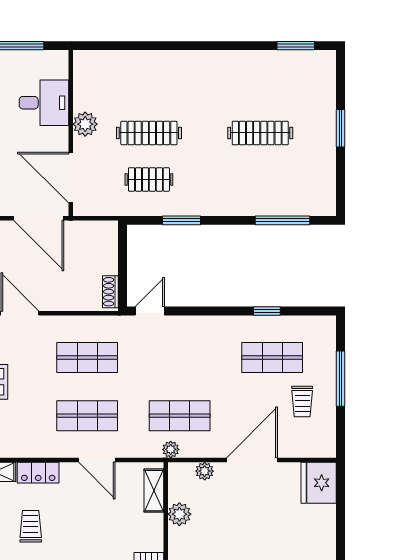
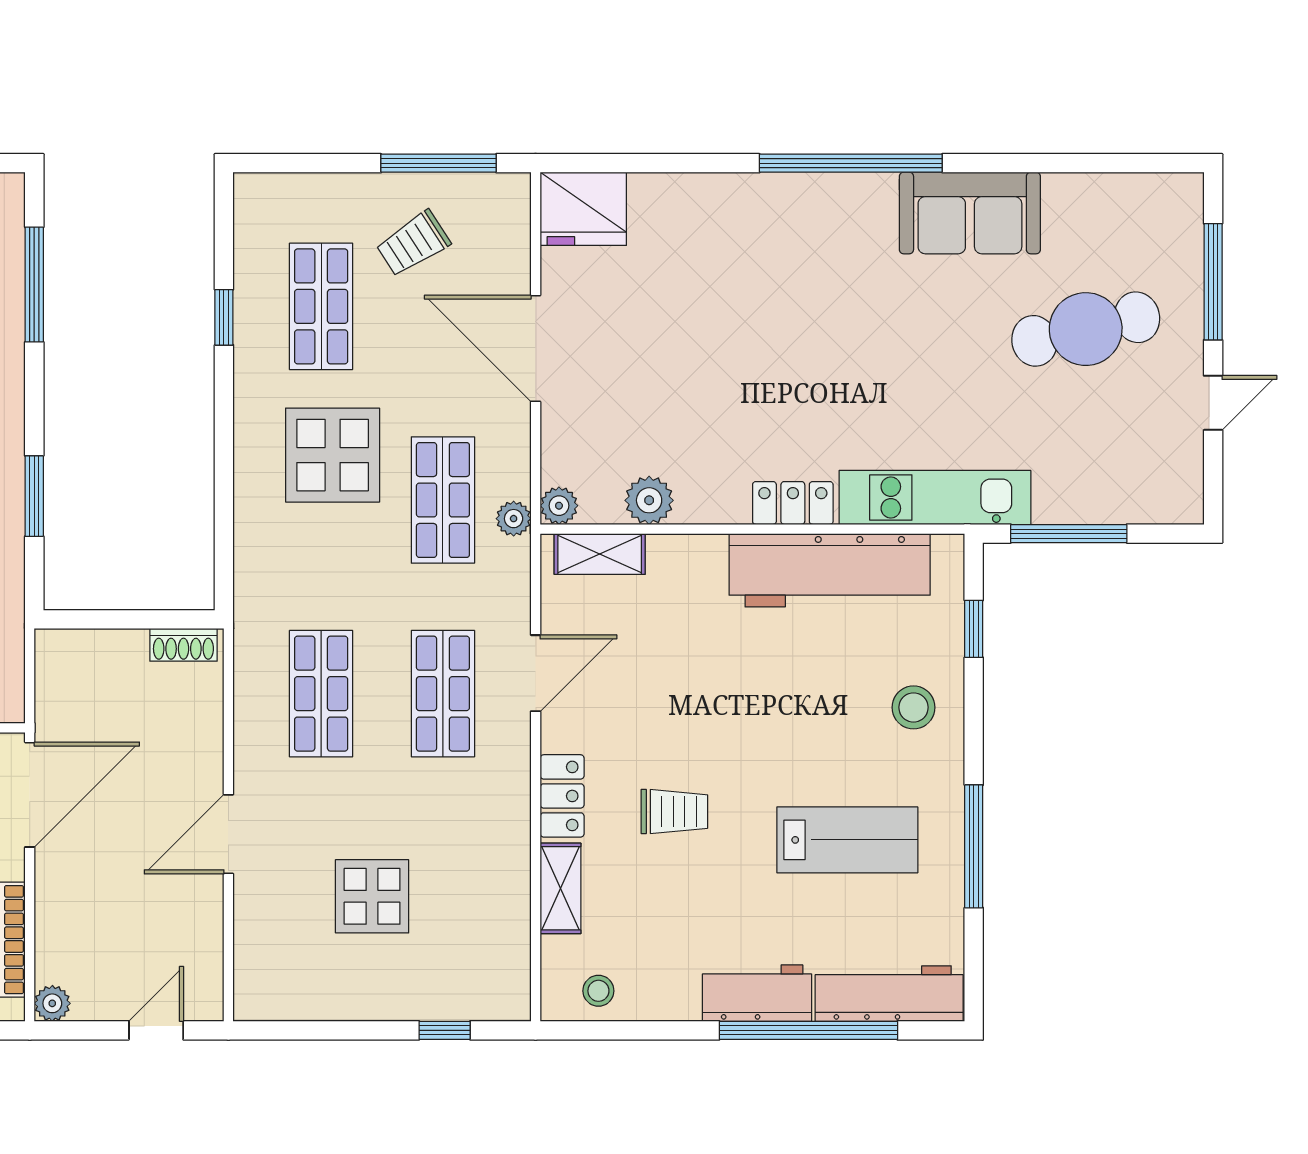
door: (150, 311) -> (224, 562), removed
display table: (201, 363) -> (333, 455), added
window: (341, 379) -> (439, 163), moved
trolley: (302, 401) -> (413, 244), turned 147
plant: (205, 471) -> (559, 506), moved
trolley: (31, 526) -> (674, 812), turned 180

